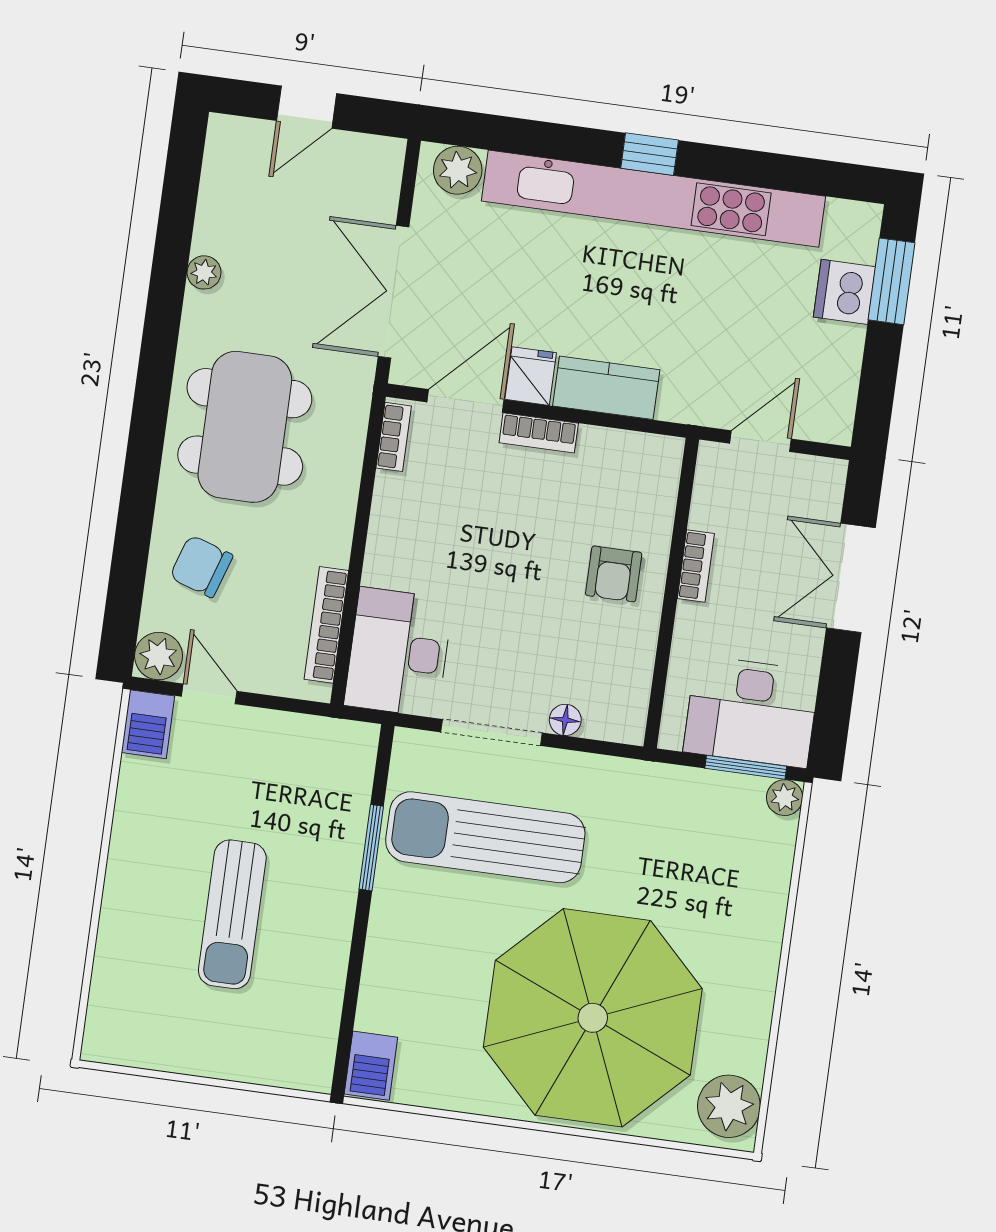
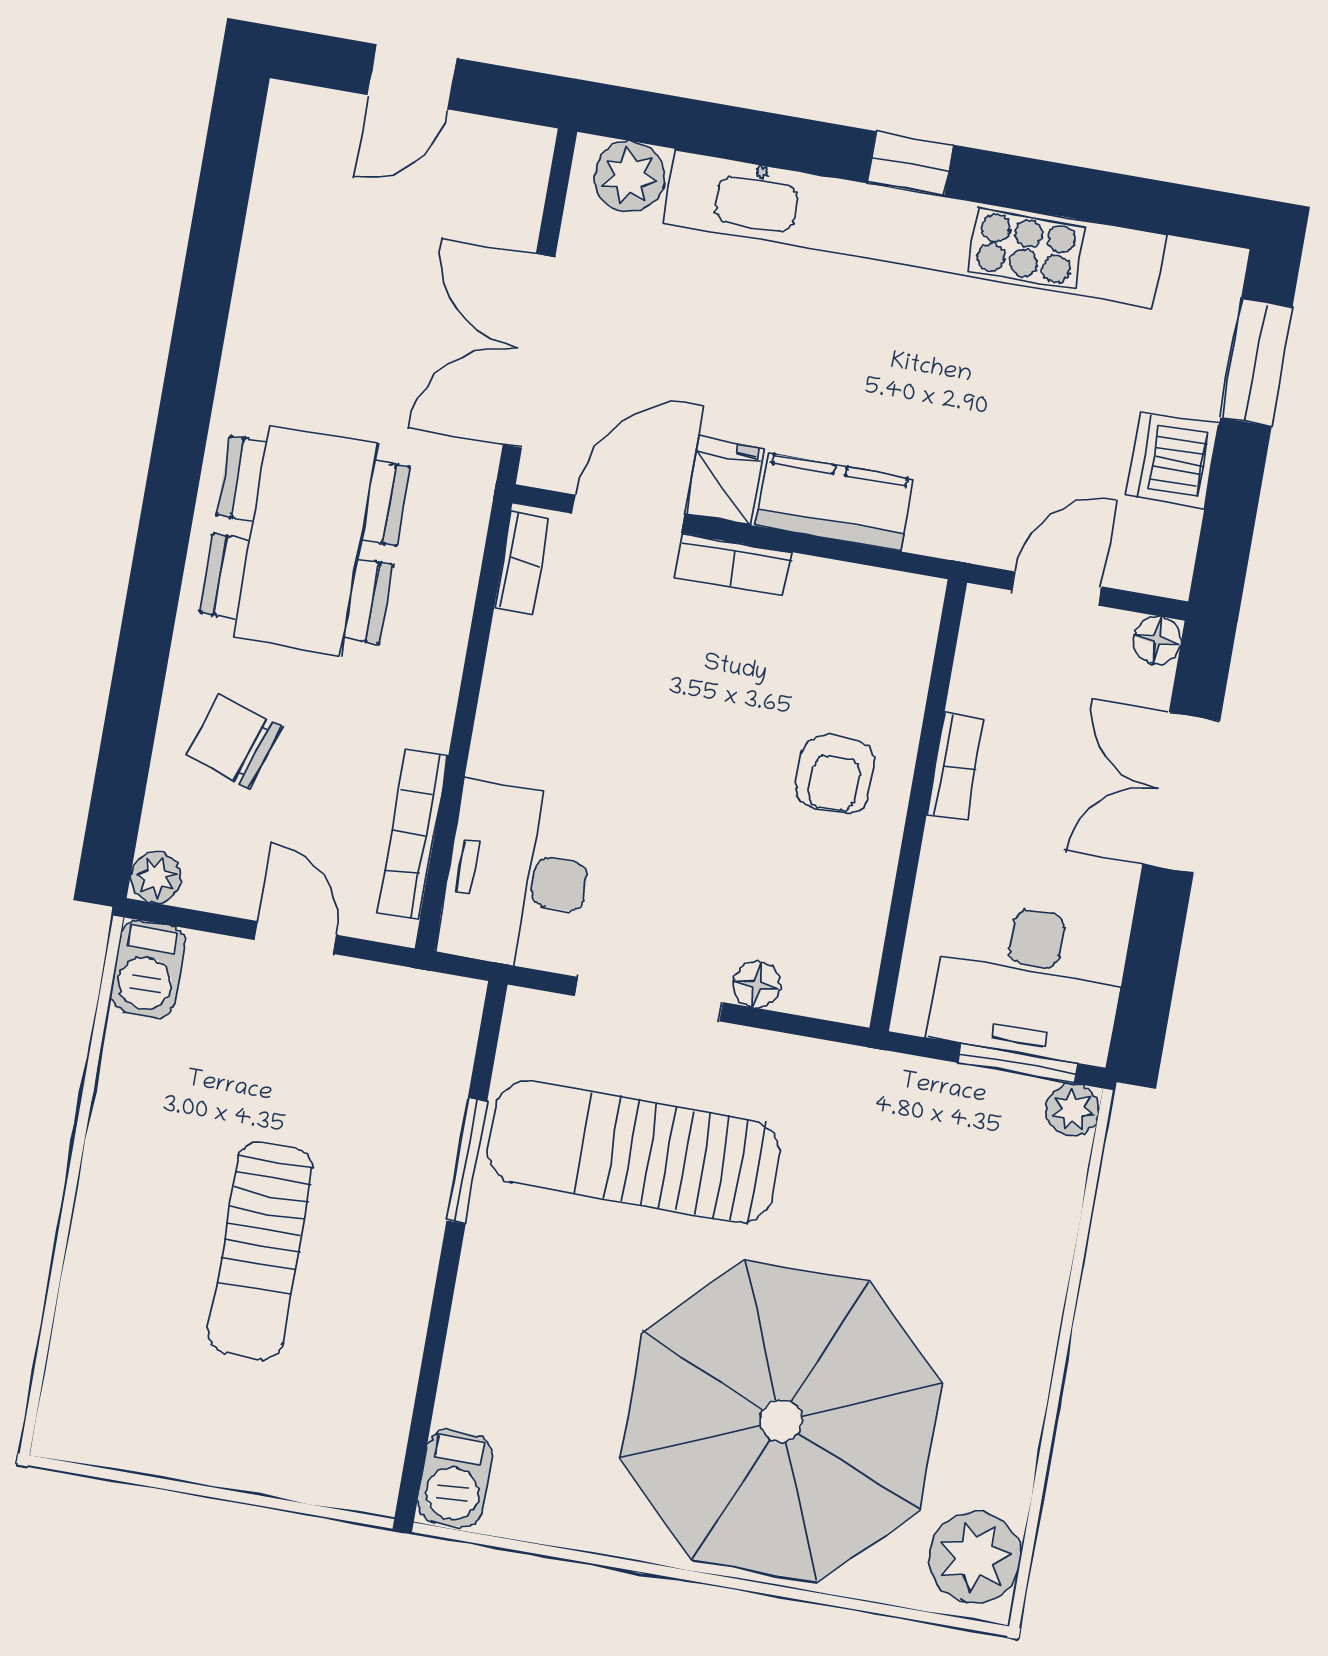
plant: (204, 272) -> (254, 312), removed
dishwasher: (844, 292) -> (1172, 460), moved
floor lamp: (831, 474) -> (1157, 640), added
plant: (159, 656) -> (156, 877), width x0.73, depth x0.73
door: (209, 694) -> (295, 937), moved

